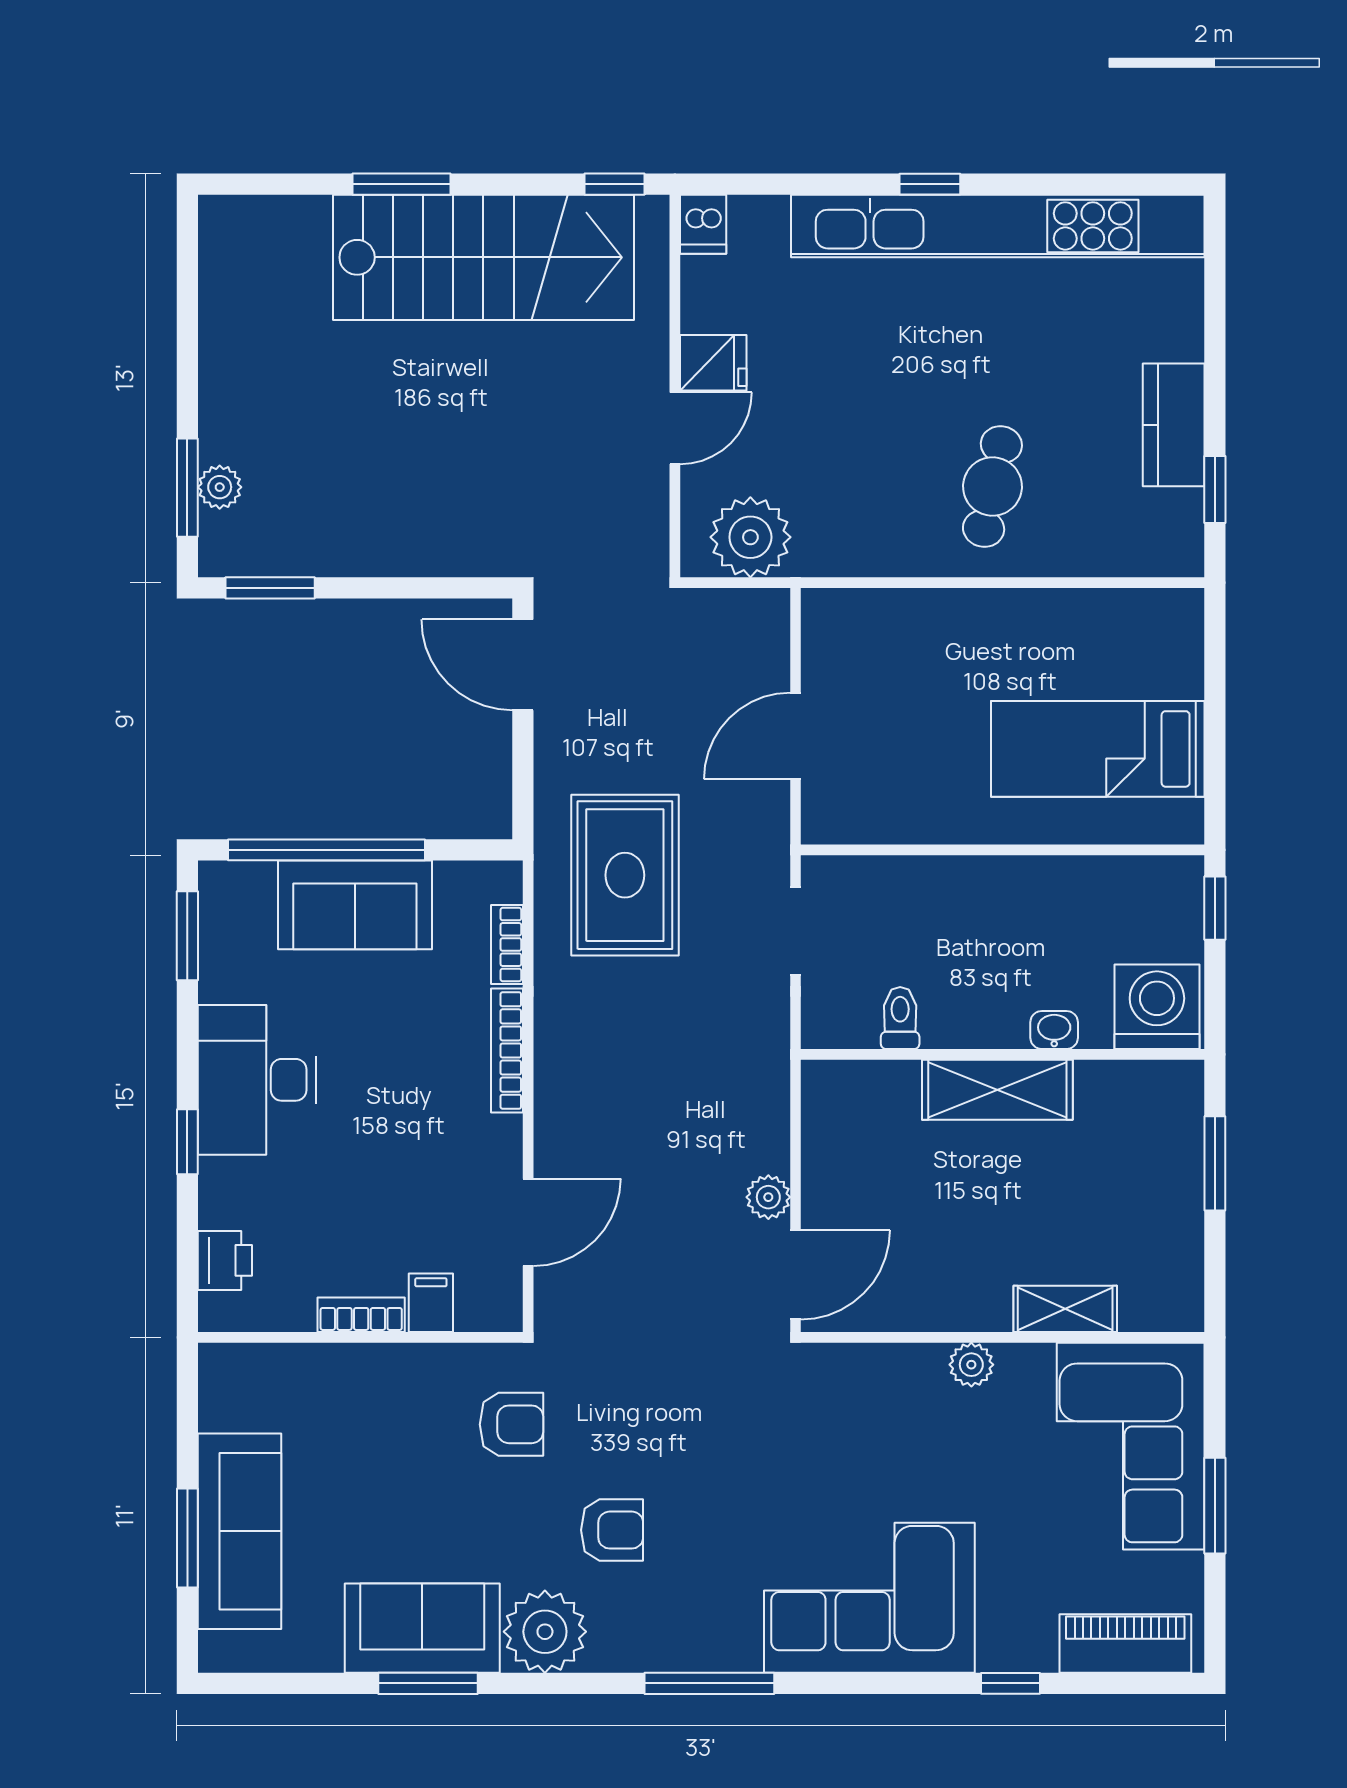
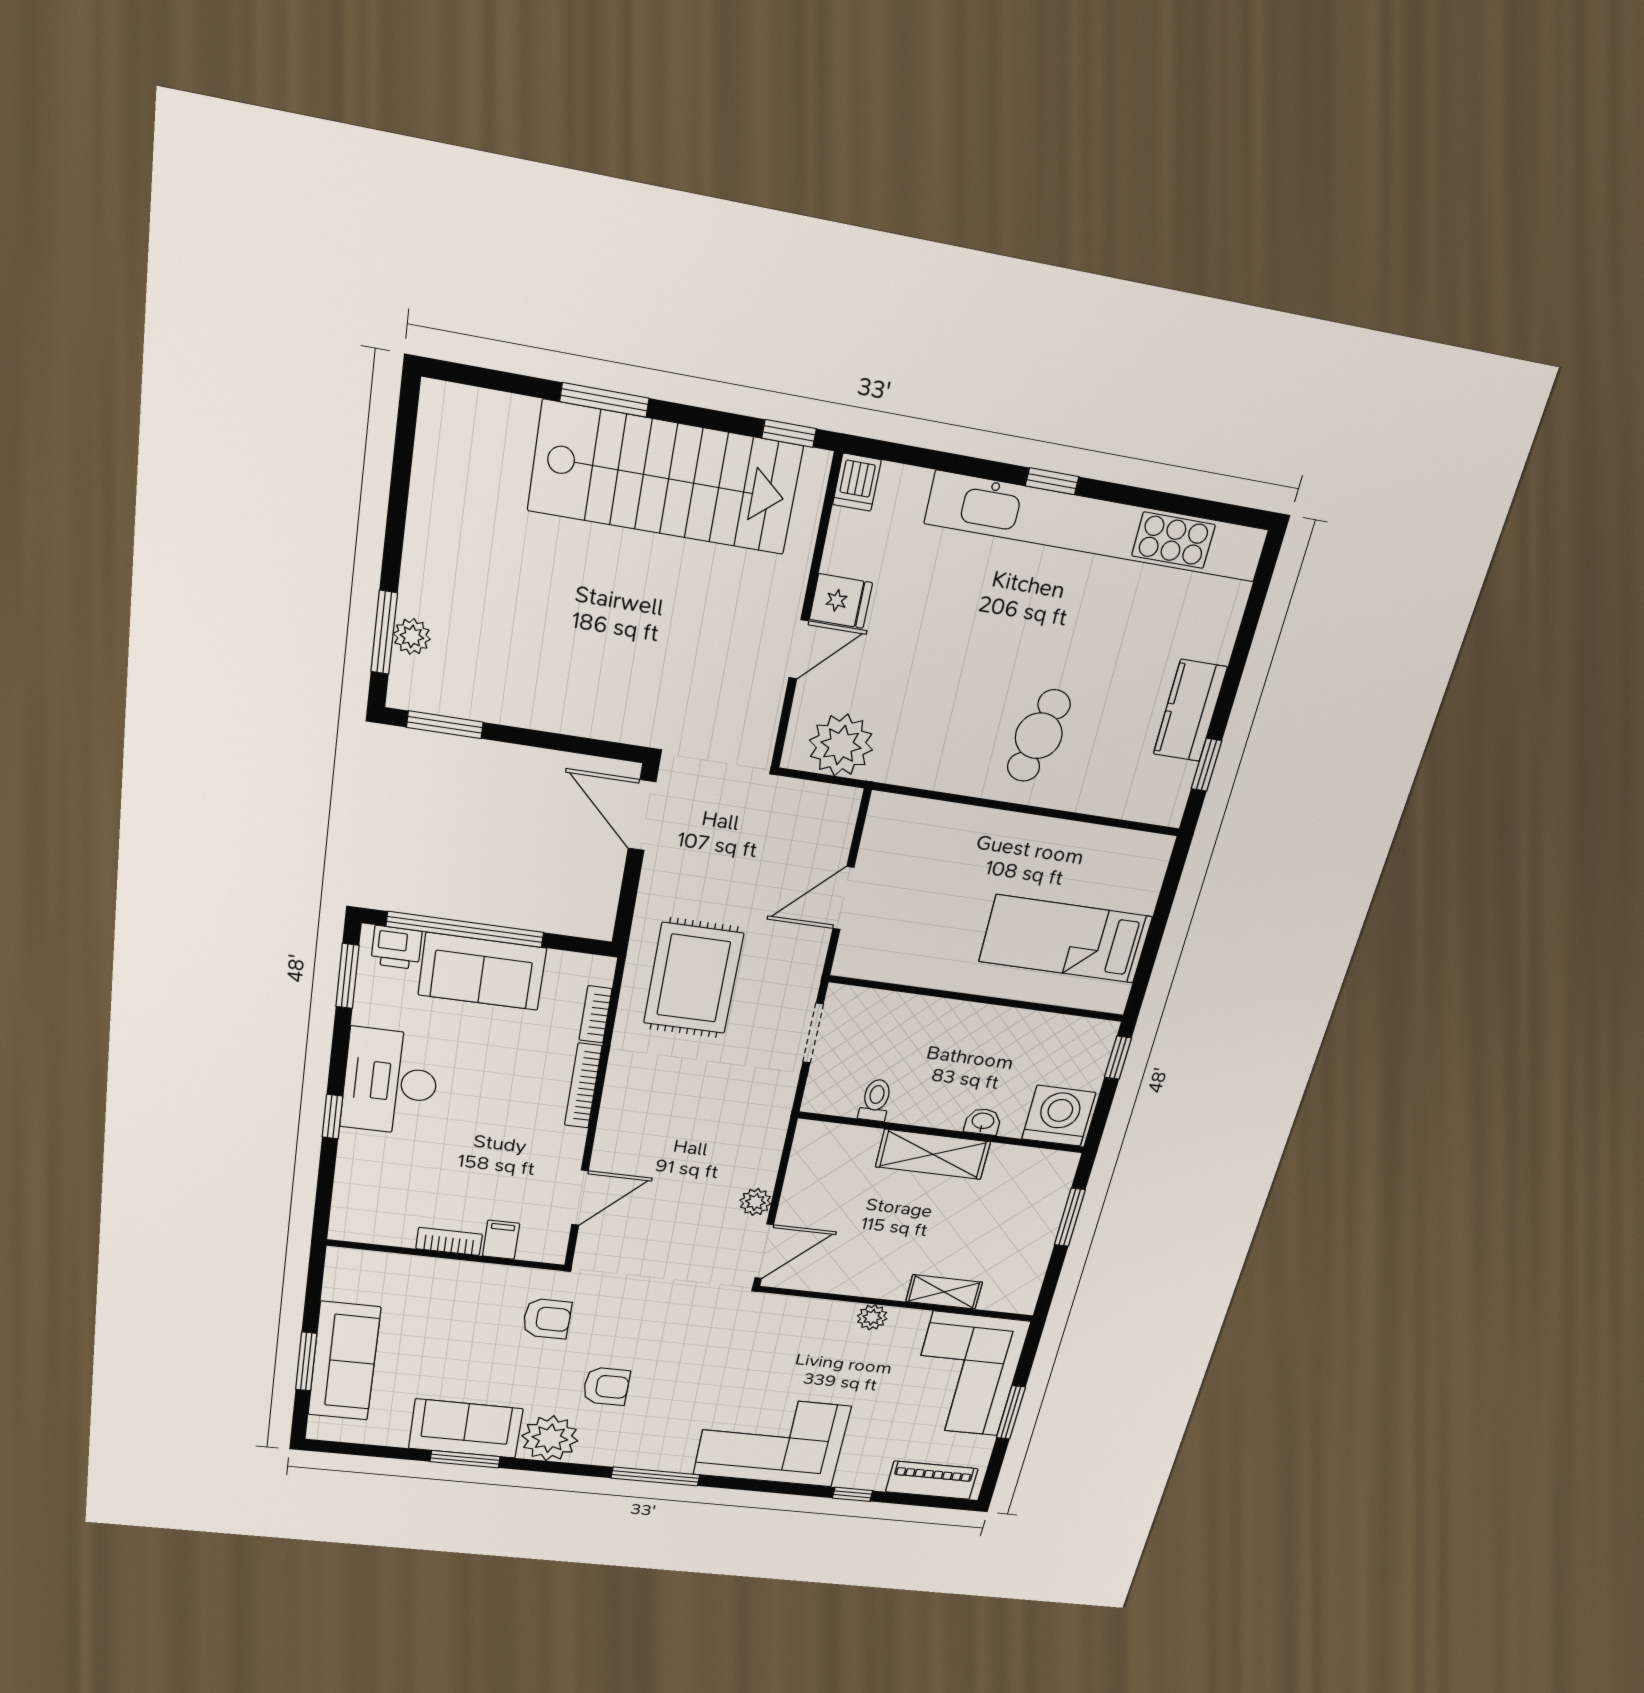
printer: (225, 1260) -> (396, 948), moved, turned 90

